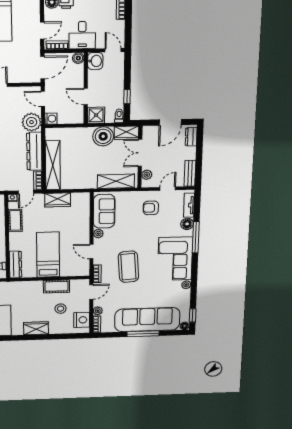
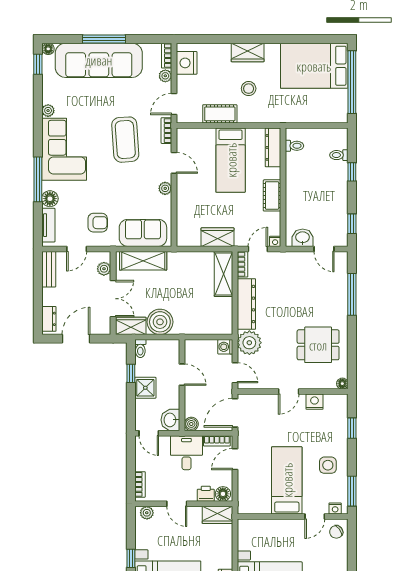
shower: (96, 115) -> (145, 388), moved
shelving: (53, 165) -> (223, 274), width x0.68
sofa: (104, 211) -> (143, 233), moved, turned 90
cot: (15, 220) -> (272, 195), moved
stool: (61, 309) -> (249, 89), moved

